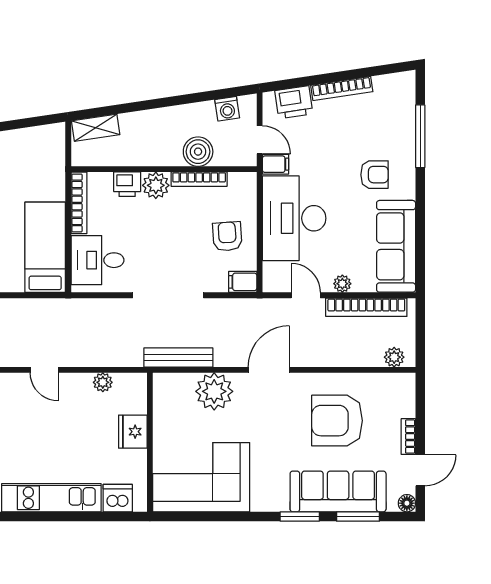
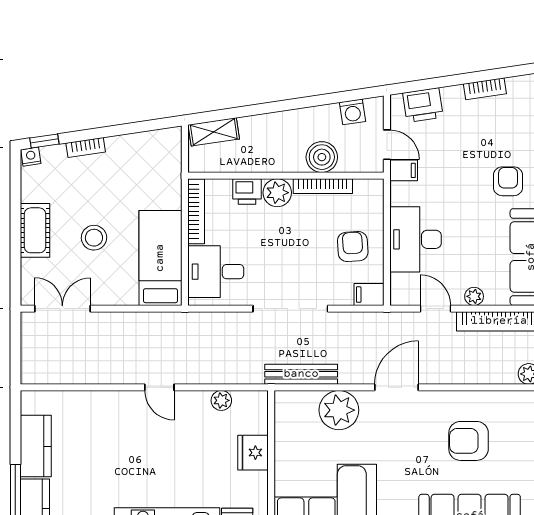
bookcase: (342, 89) -> (485, 89), width x0.64
armchair: (374, 175) -> (508, 181), turned -90
desk: (294, 218) -> (415, 239), width x0.73, depth x0.77
armchair: (337, 421) -> (469, 441), width x0.73, depth x0.73

